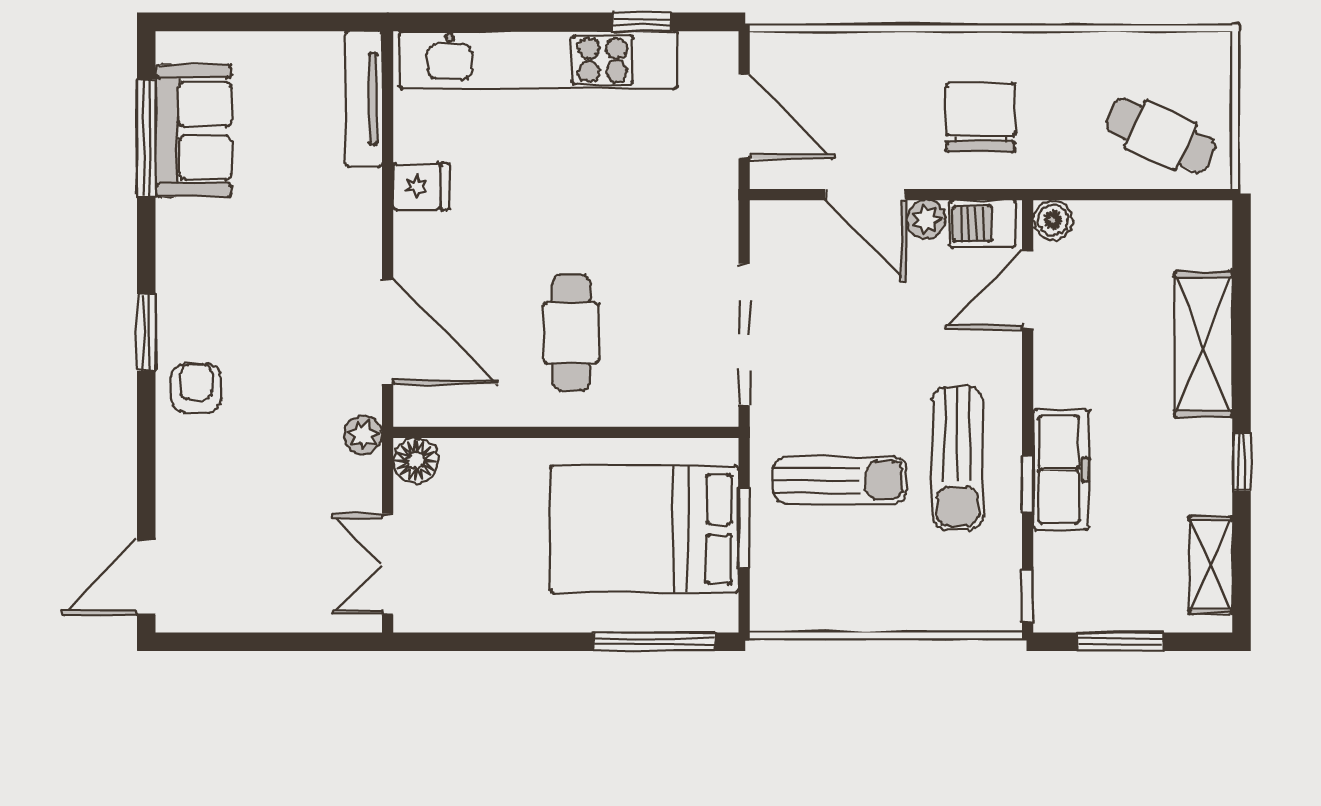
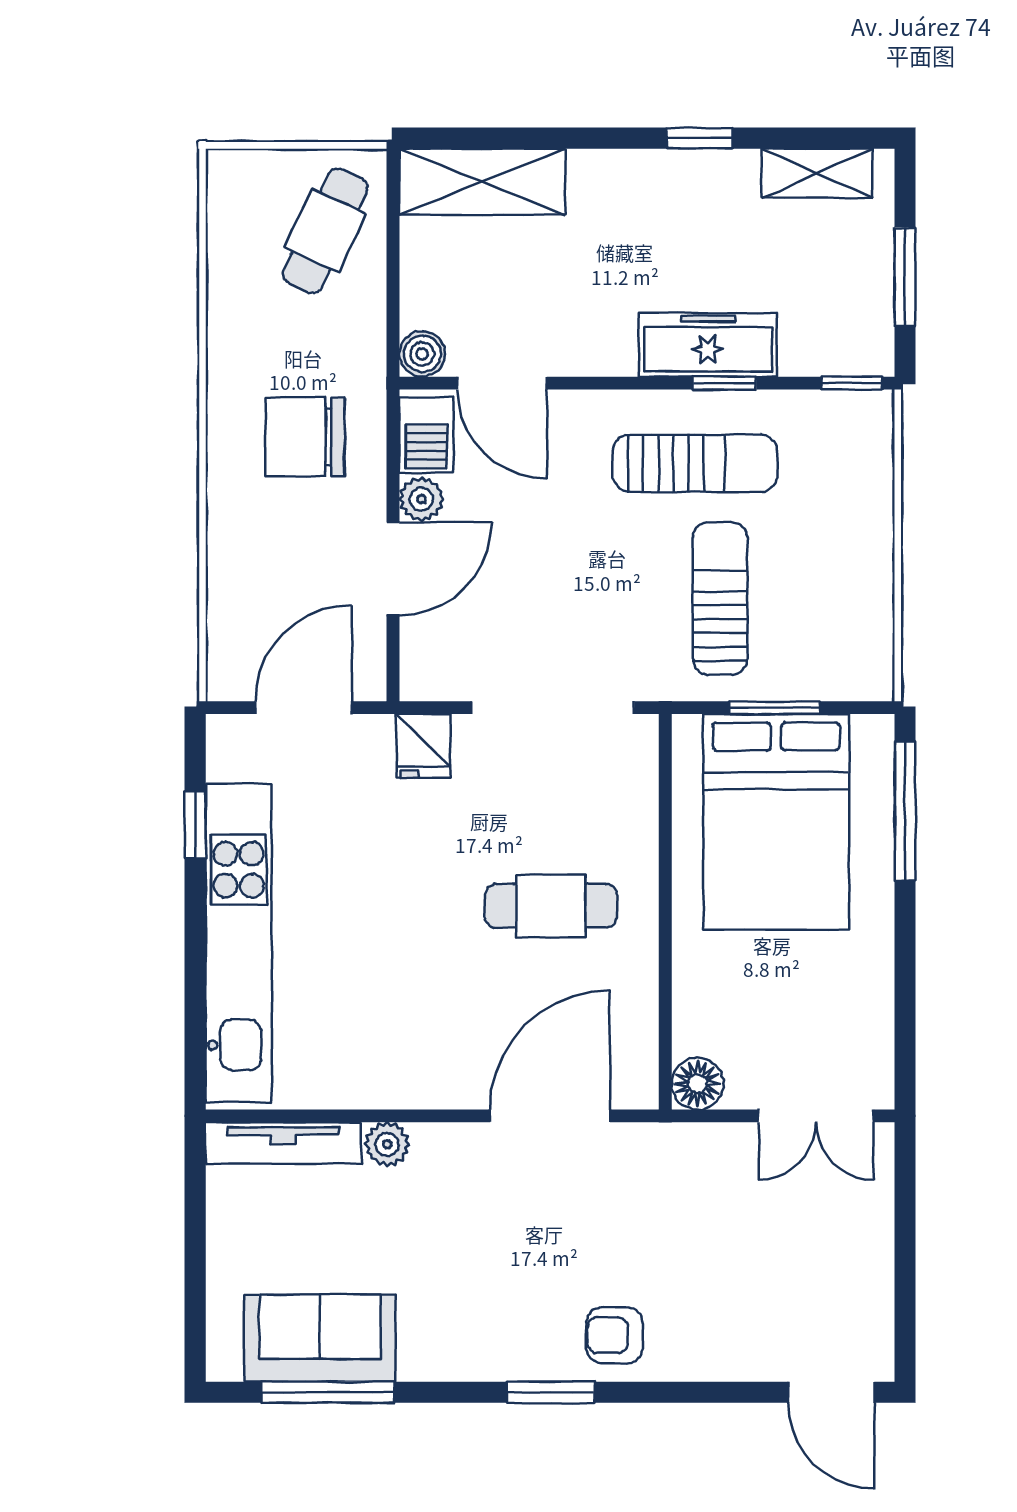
fridge: (421, 186) -> (423, 746), moved, turned 180
shelving: (1203, 344) -> (482, 182), moved
plant: (363, 435) -> (387, 1144), moved

